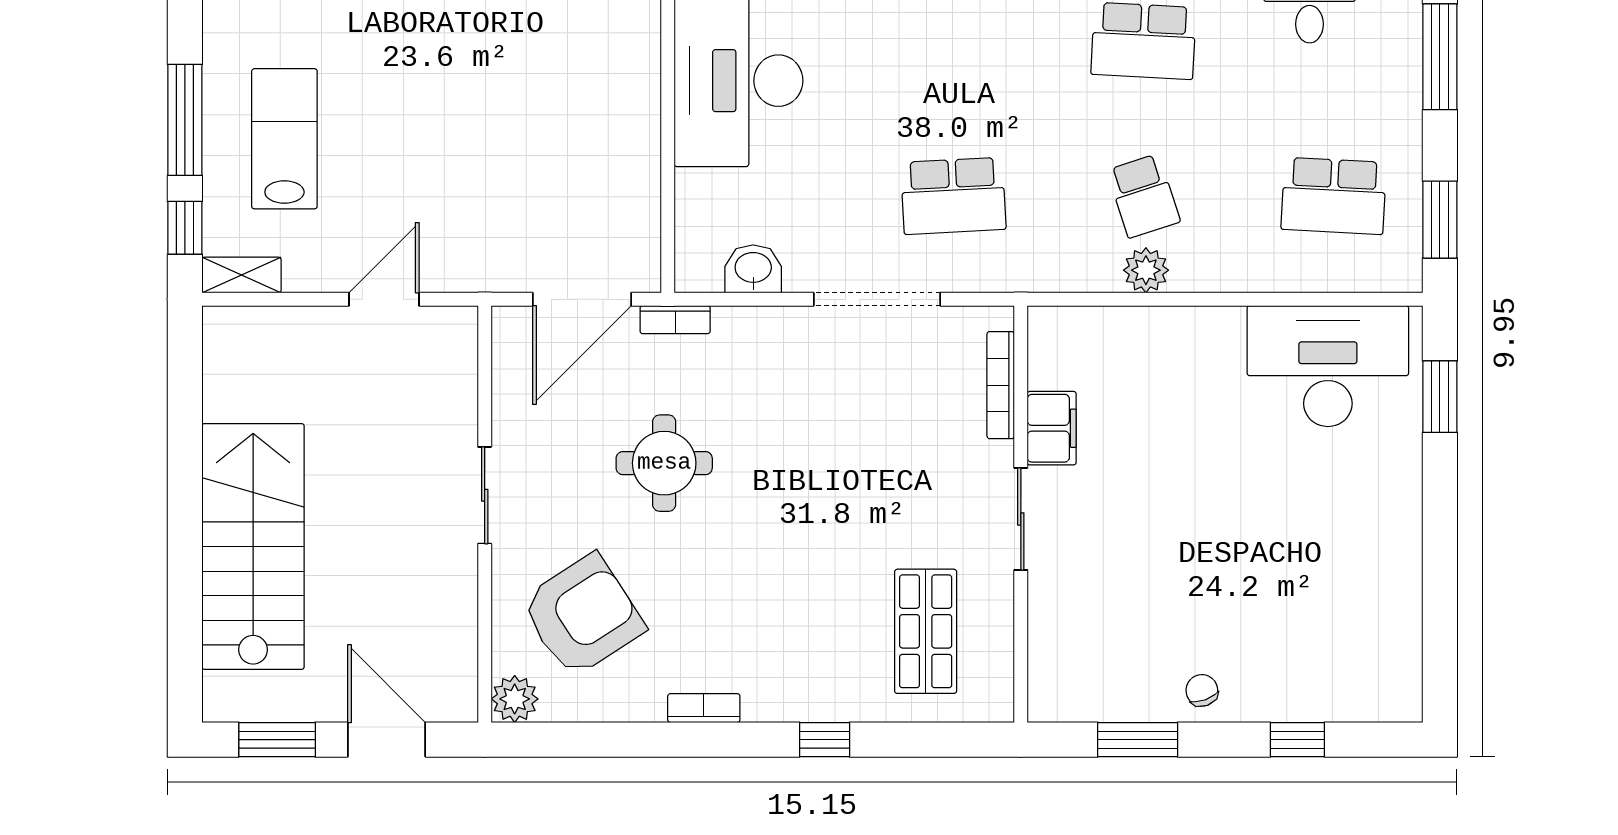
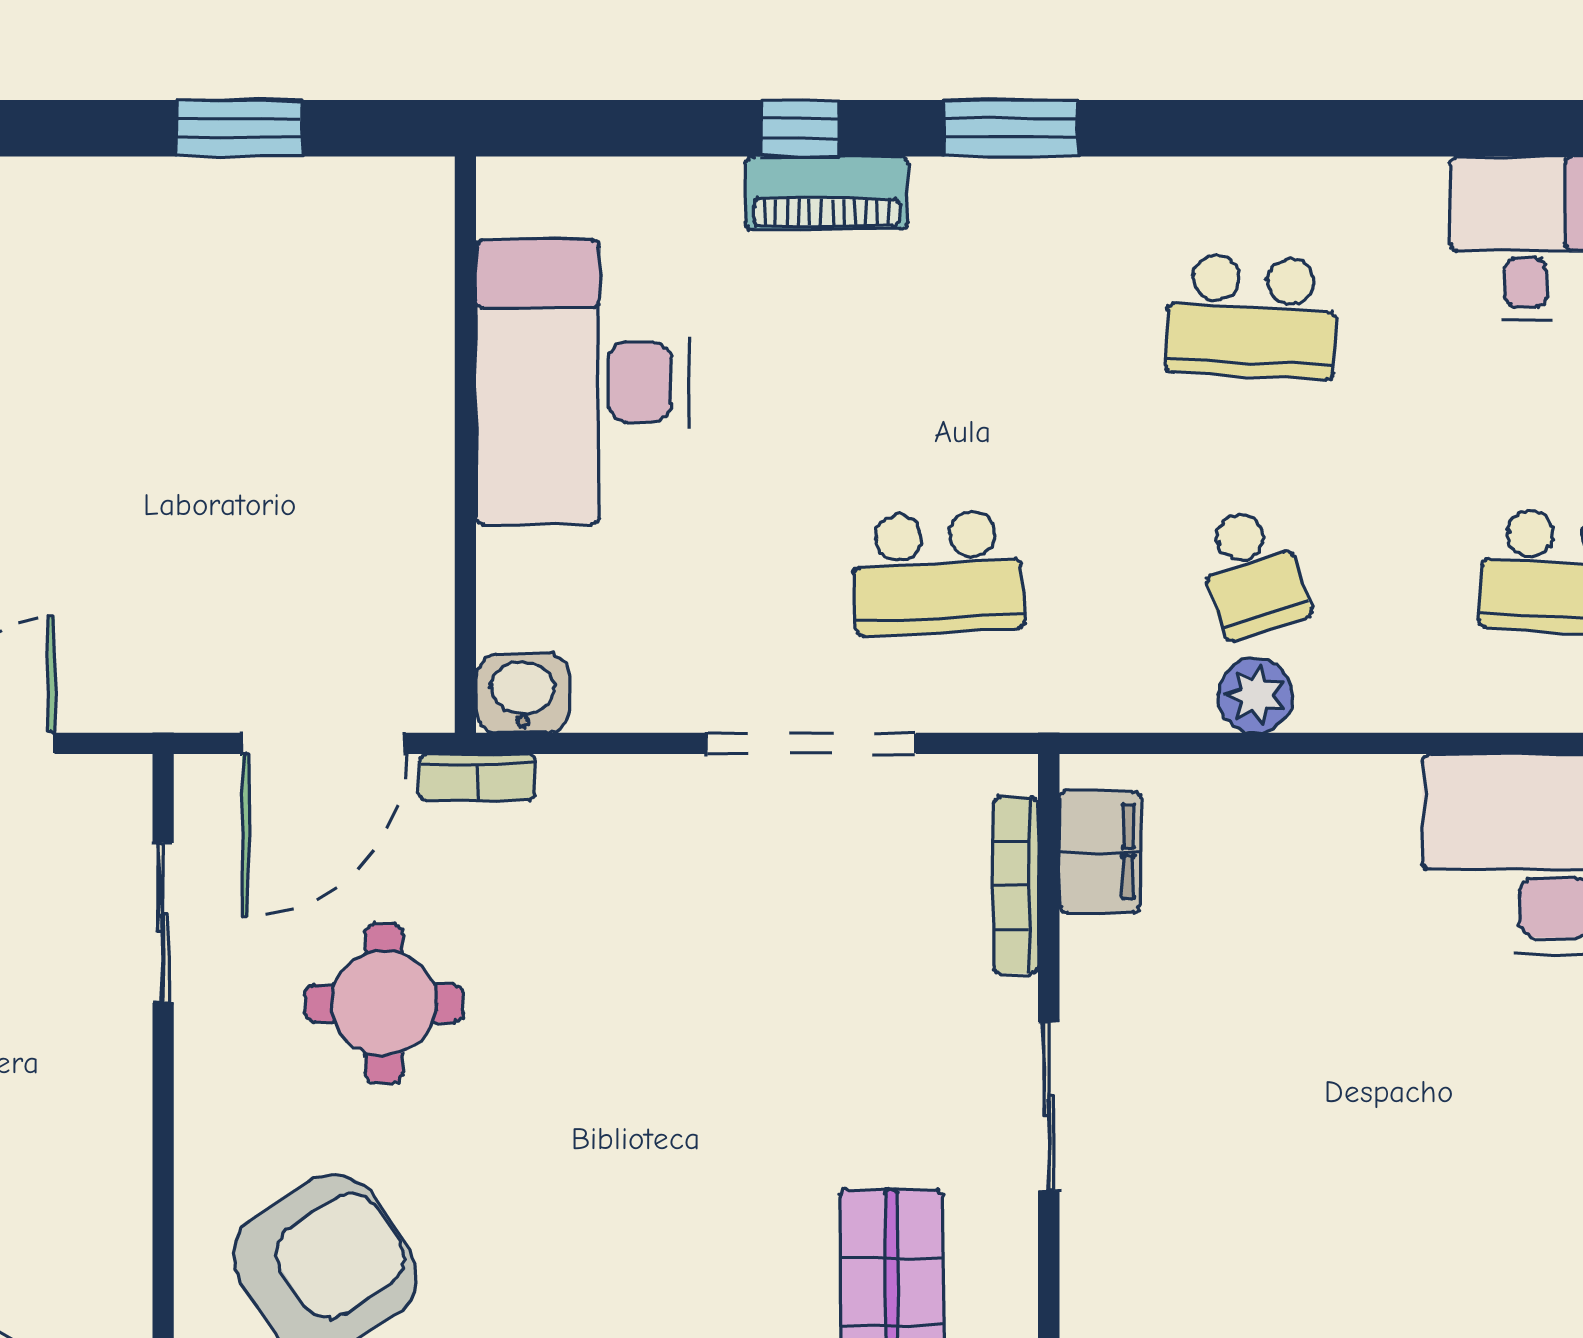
washbasin: (753, 269) -> (523, 693), moved
filing cabinet: (1052, 428) -> (1100, 852), moved
round table: (664, 463) -> (384, 1003), moved
sliding door: (485, 495) -> (163, 923), moved

